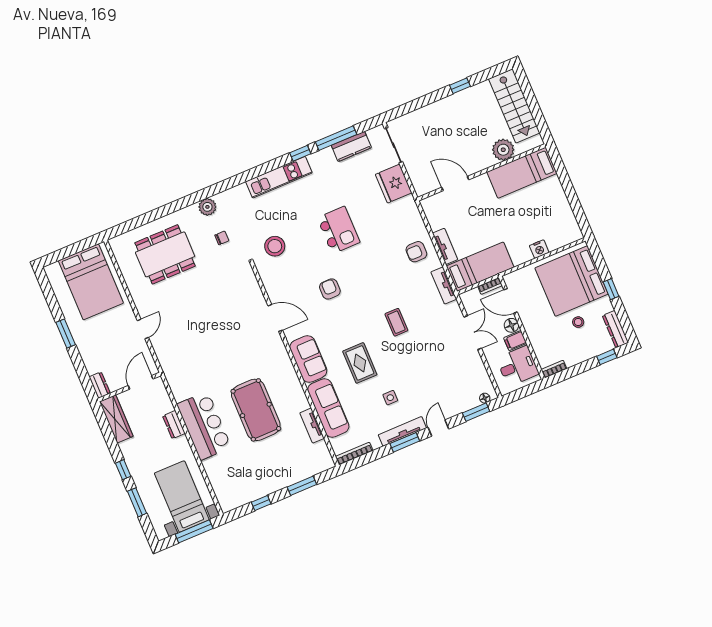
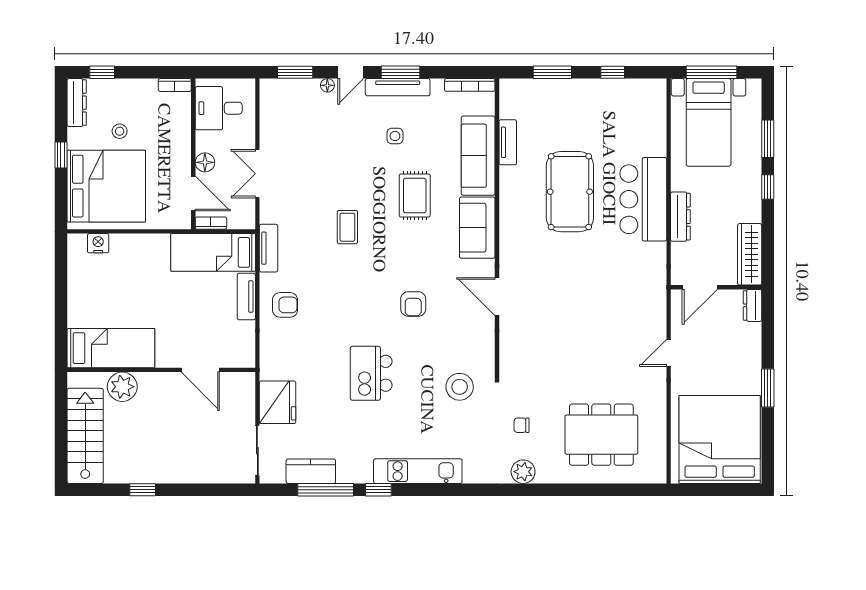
nightstand: (539, 249) -> (98, 243), moved
bed: (91, 282) -> (720, 439), width x1.36
filing cabinet: (515, 341) -> (208, 141), removed
floor lamp: (485, 398) -> (327, 85), moved
dresser: (174, 425) -> (680, 217), width x1.44

